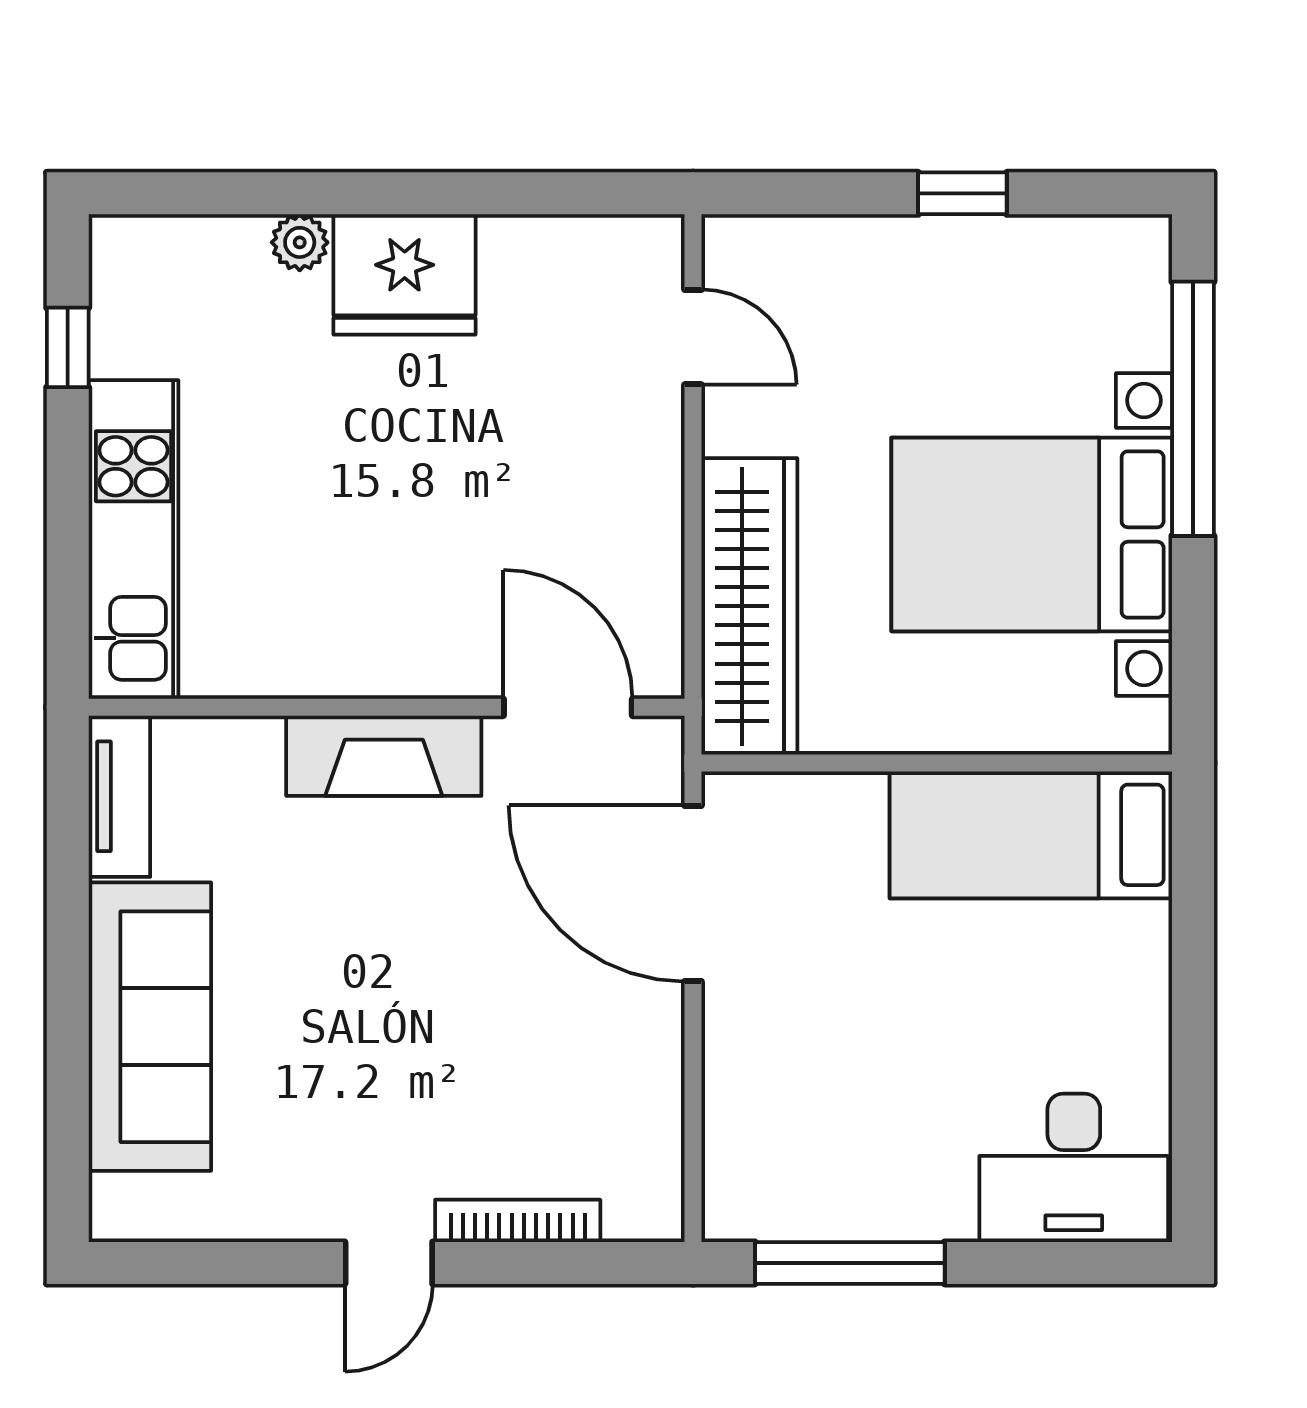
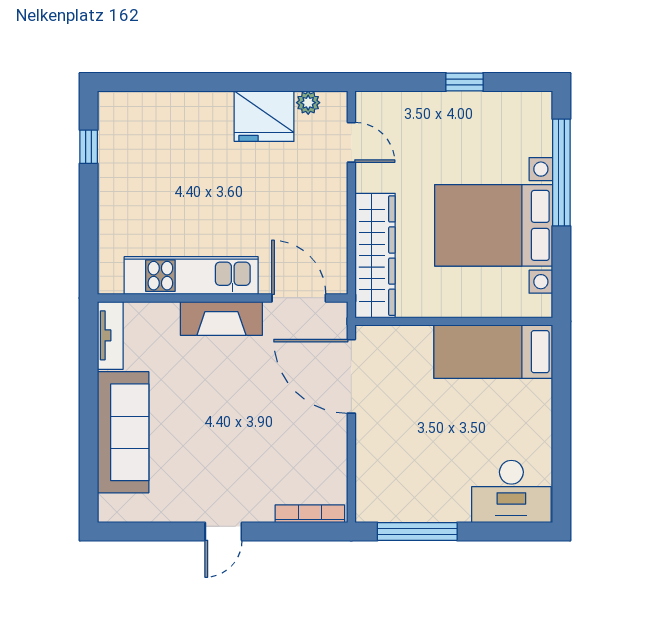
plant: (300, 242) -> (308, 103), moved
fridge: (405, 274) -> (264, 116), moved
kitchen unit: (133, 540) -> (191, 276), moved, turned -90
bookcase: (518, 1221) -> (310, 514), moved

